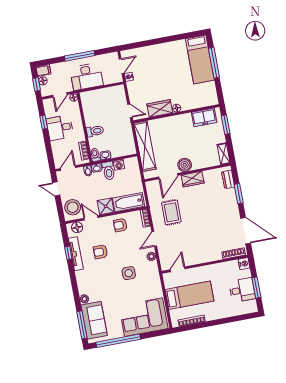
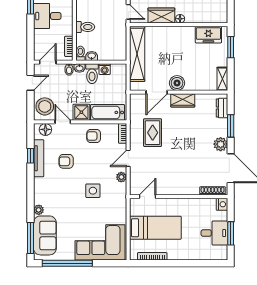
door: (56, 189) -> (30, 83), swing flipped
plant: (233, 211) -> (221, 144), added

